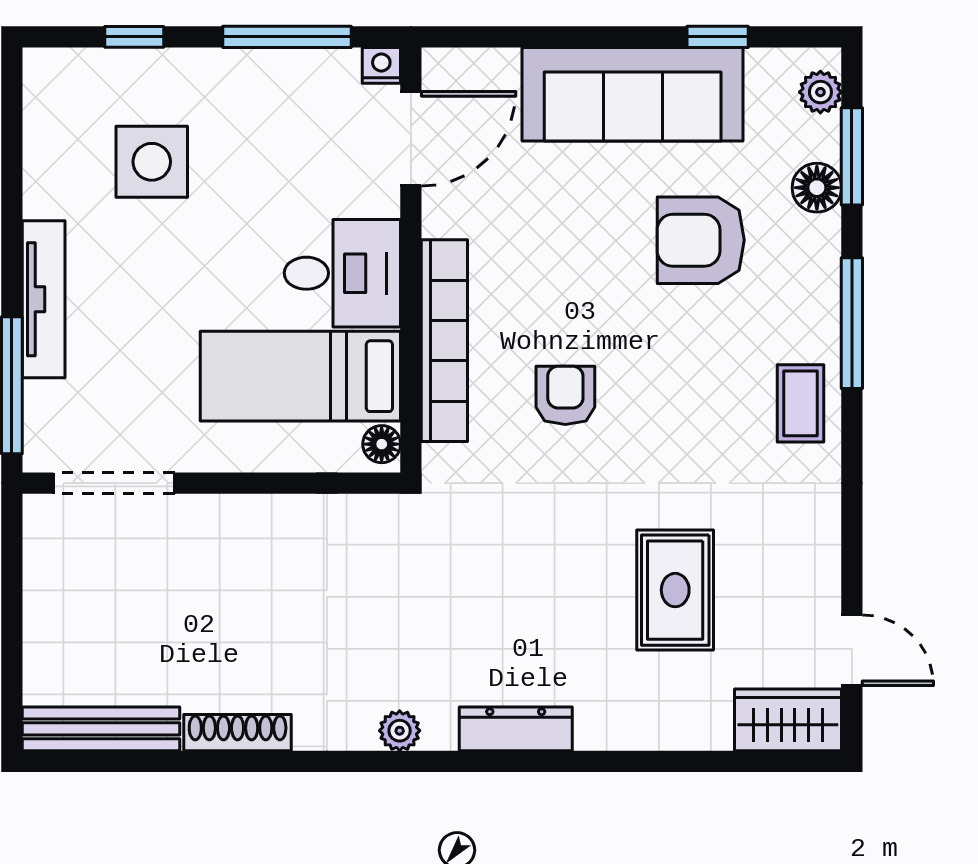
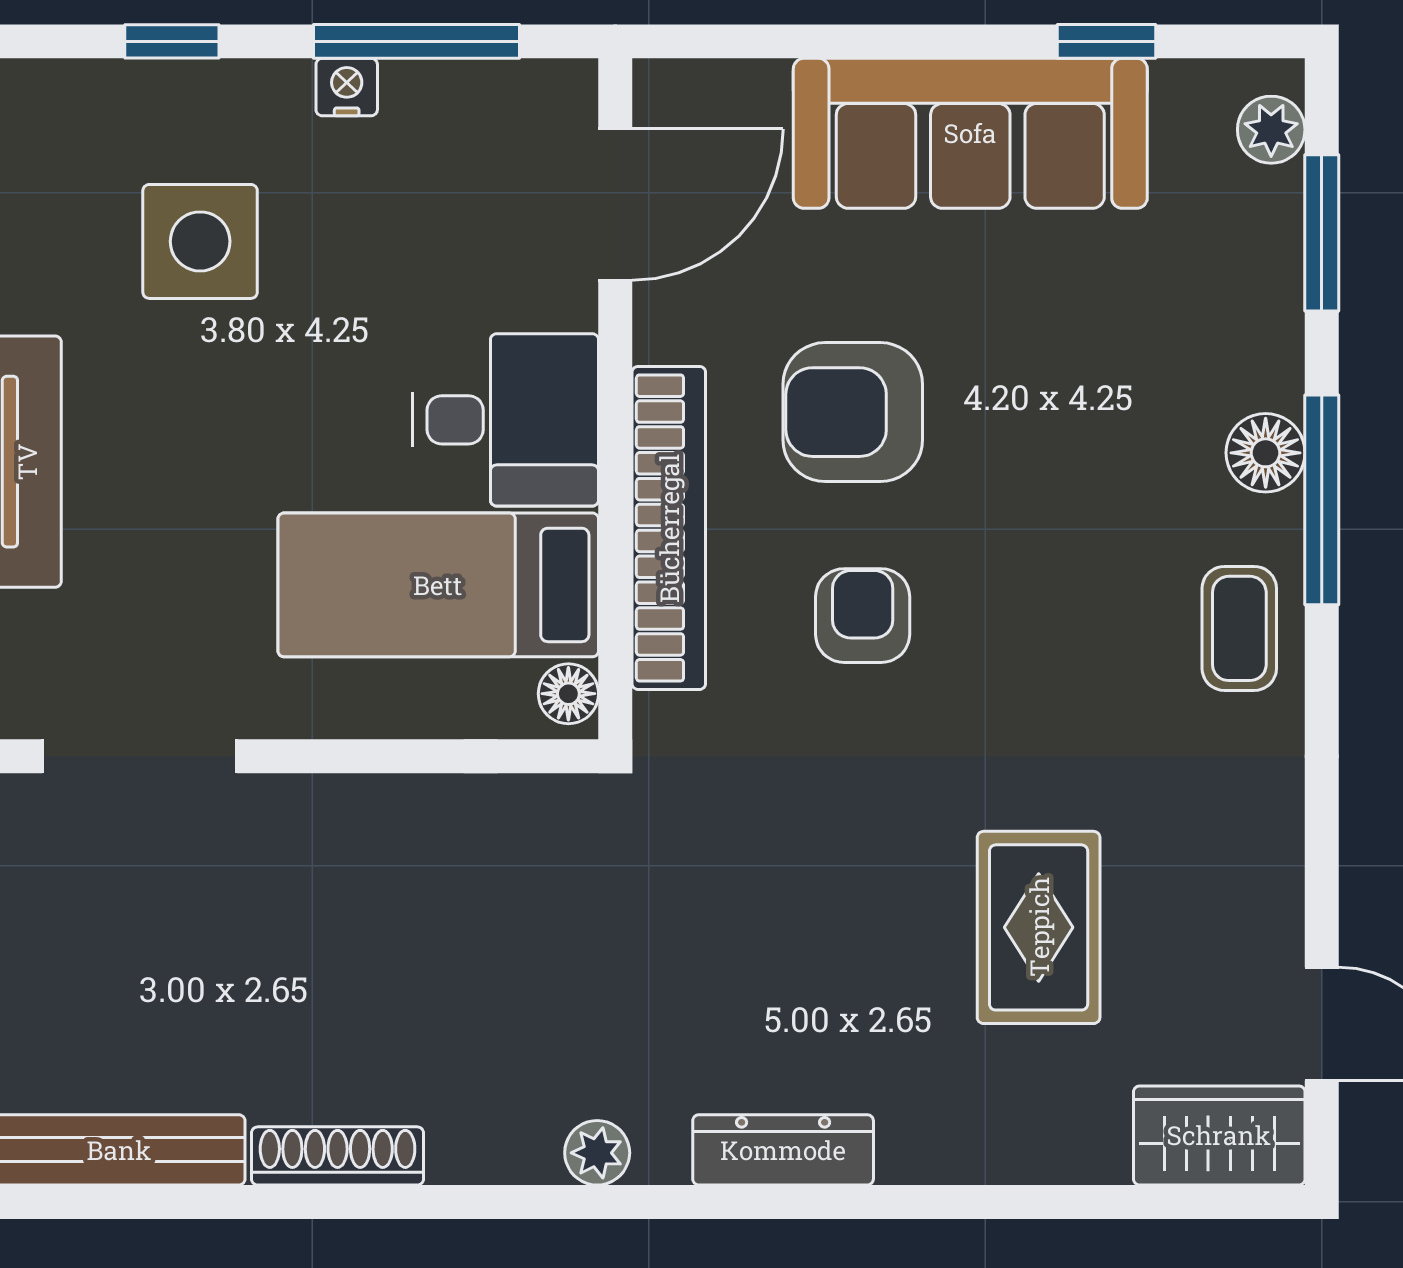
nightstand: (381, 65) -> (347, 87), moved
floor lamp: (817, 188) -> (1266, 453), moved
armchair: (701, 240) -> (853, 412), moved

